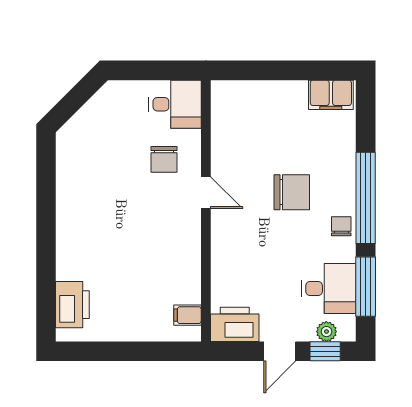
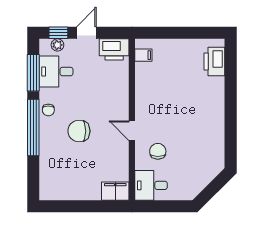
filing cabinet: (331, 95) -> (115, 191), moved

